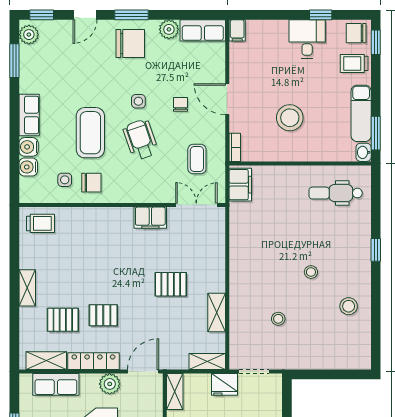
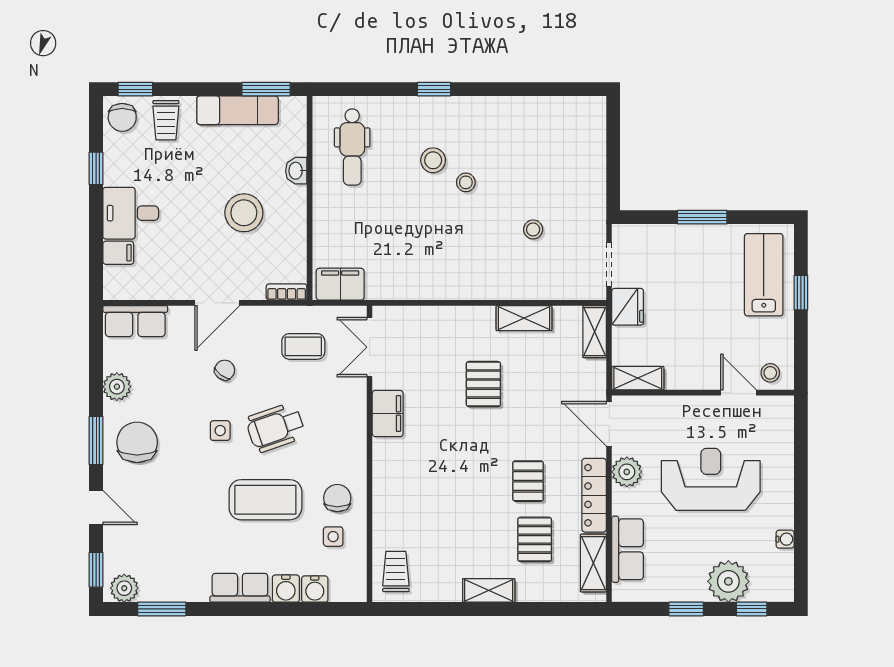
row of seats: (203, 30) -> (135, 321), moved, turned 90
filing cabinet: (237, 30) -> (118, 253), moved
desk: (307, 39) -> (131, 213), moved
chair: (180, 104) -> (225, 370), turned 126
washbasin: (364, 152) -> (296, 171), moved, turned 90
stool: (349, 306) -> (433, 160), moved

